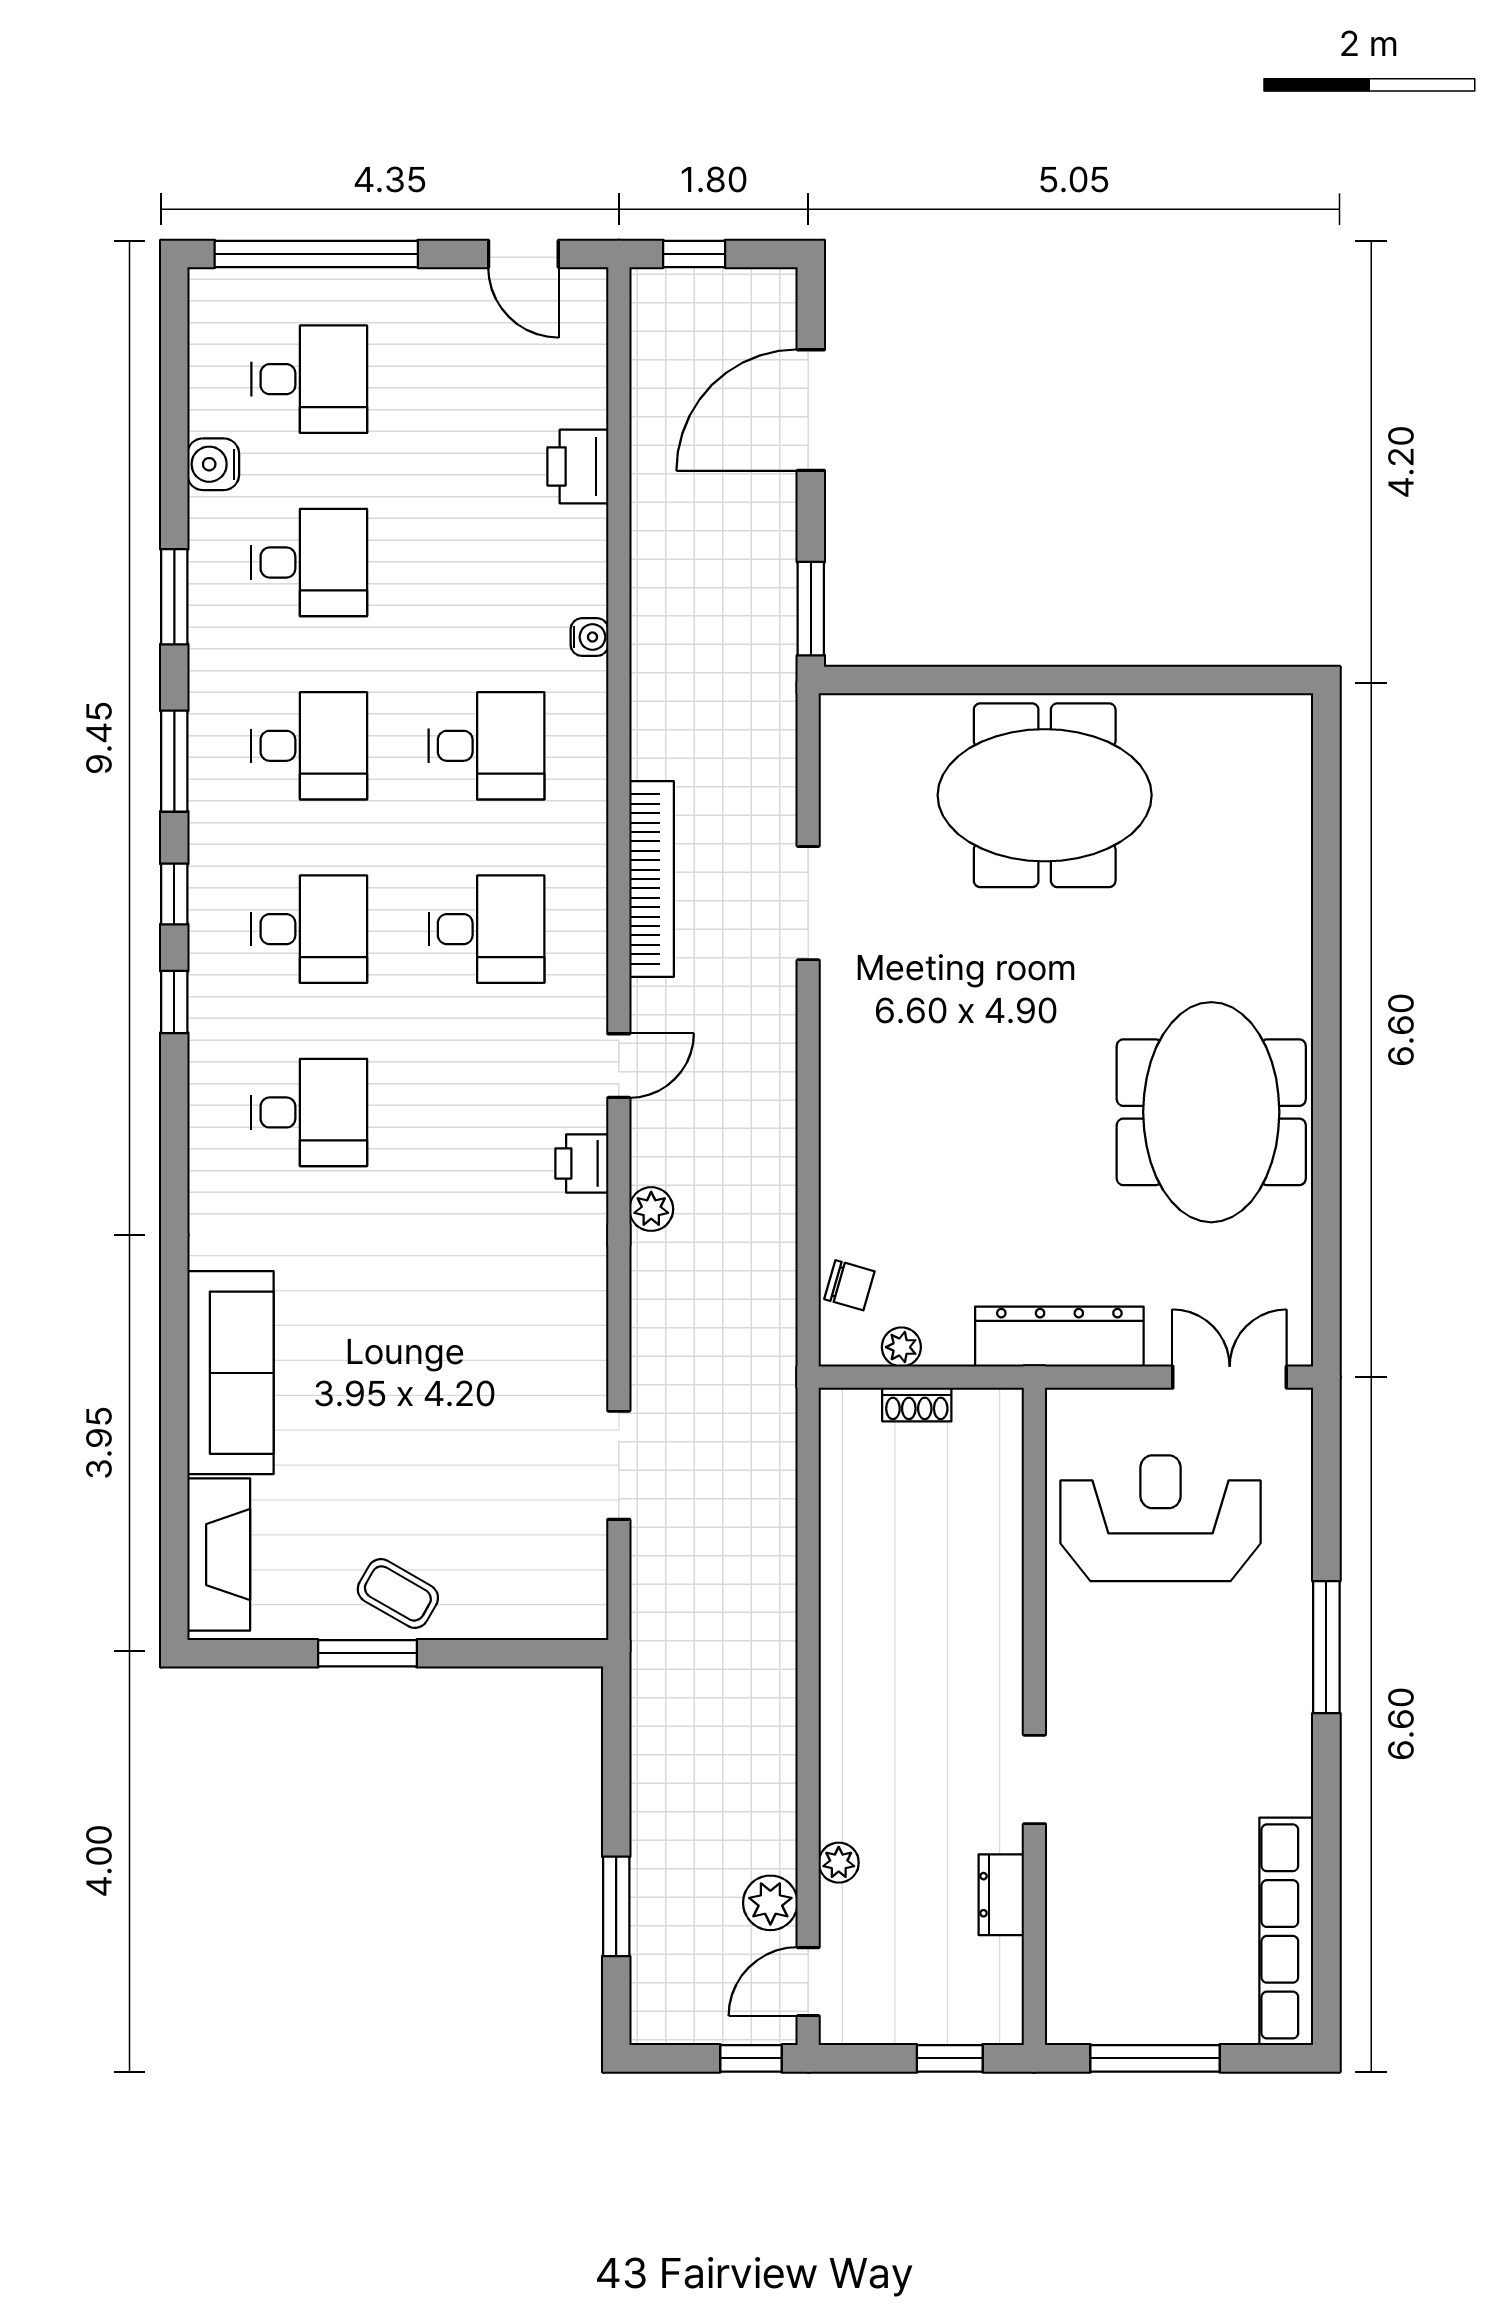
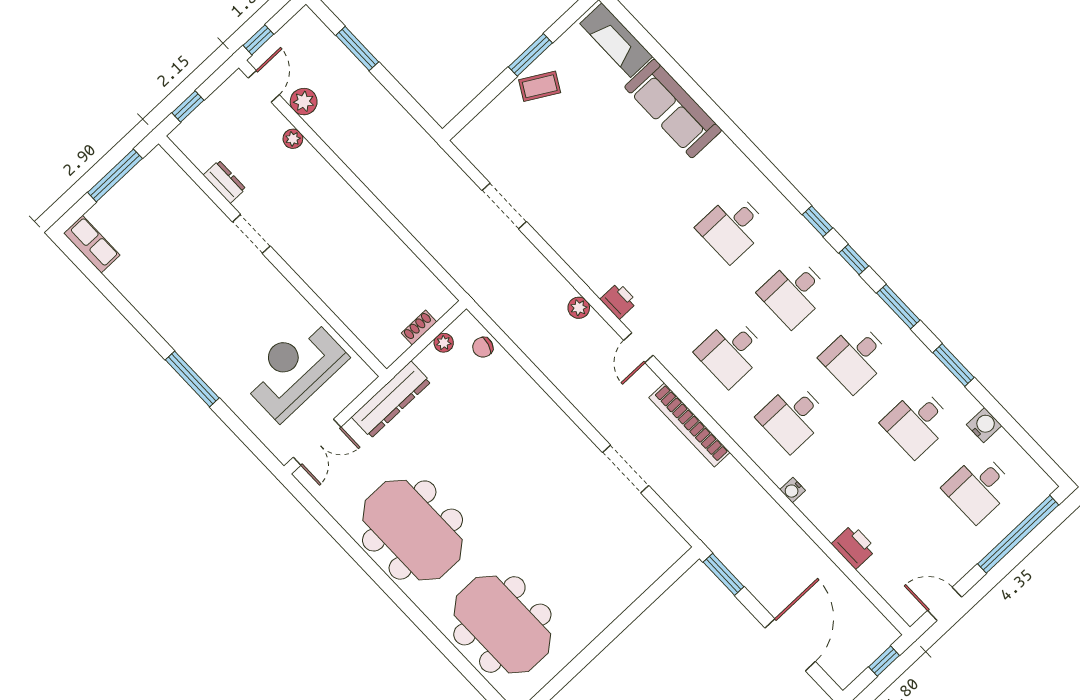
meeting table: (1045, 795) -> (502, 624), moved, turned 90
reception desk: (1161, 1518) -> (294, 369), turned 180
row of seats: (1286, 1931) -> (92, 244), width x0.50

